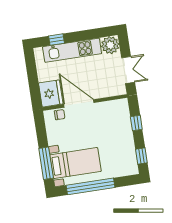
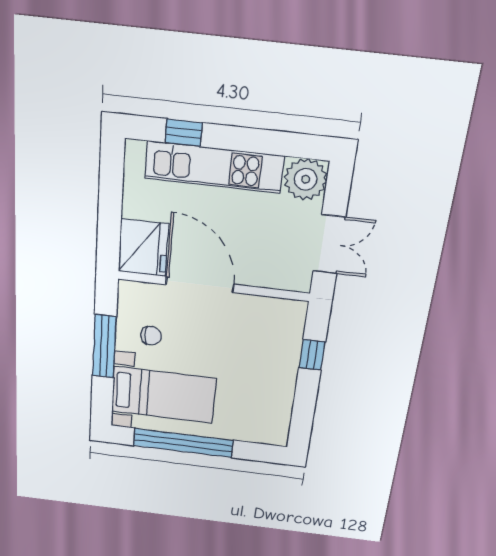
chair: (60, 115) -> (151, 336), moved
window: (141, 156) -> (302, 417), removed
window: (46, 163) -> (104, 346), moved

